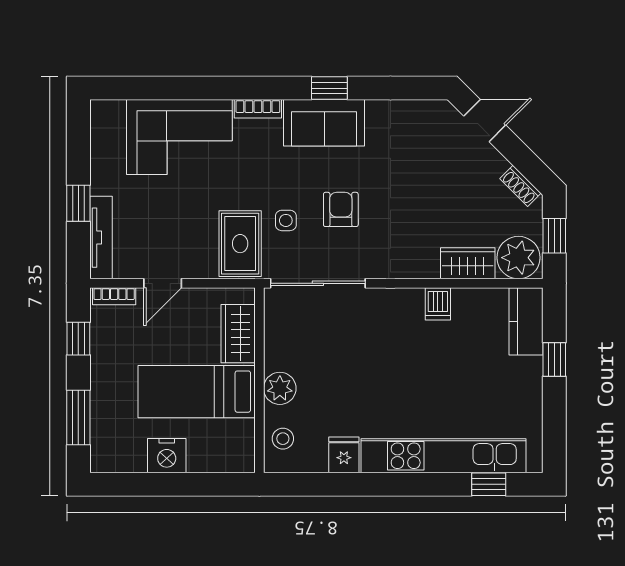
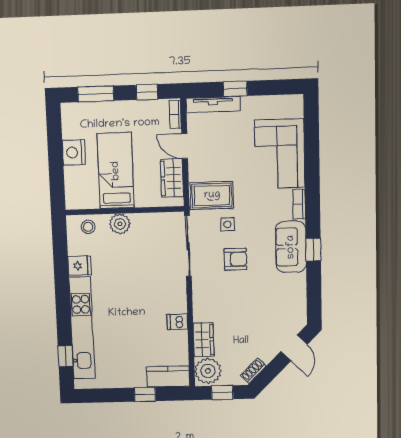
wardrobe: (238, 334) -> (172, 178), moved, turned -90

